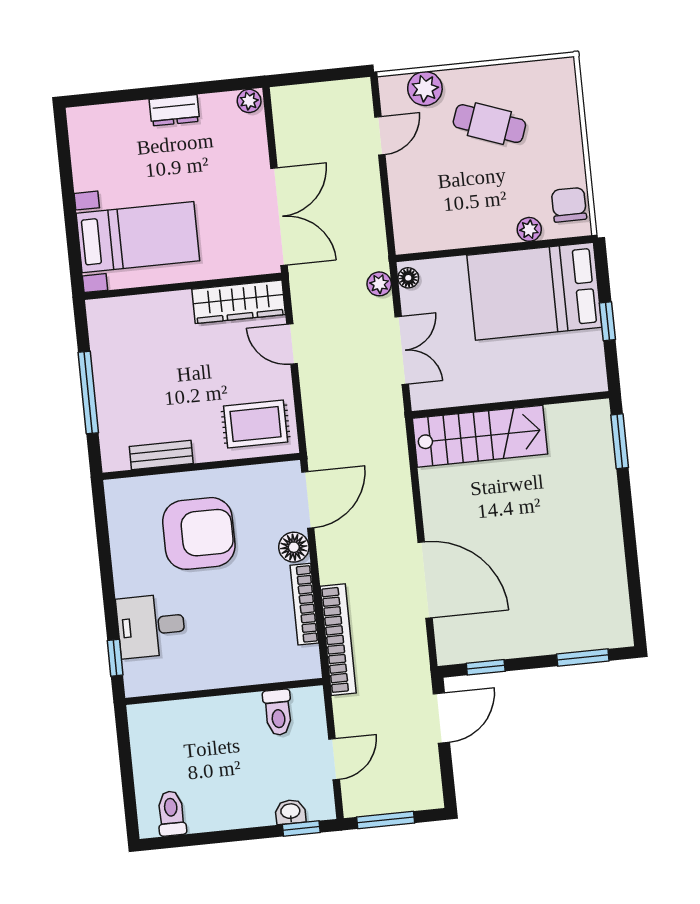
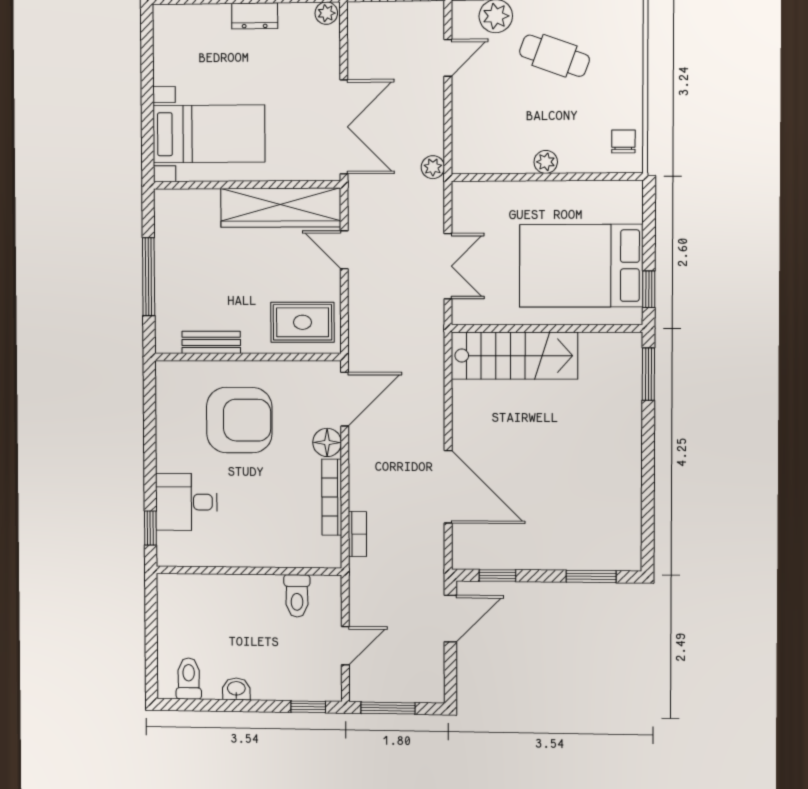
chair: (569, 205) -> (623, 141), width x0.73, depth x0.73
plant: (529, 229) -> (546, 162), moved
floor lamp: (408, 278) -> (461, 197), removed
plant: (379, 284) -> (433, 167), moved
bed: (534, 291) -> (581, 266), moved
wardrobe: (239, 302) -> (281, 208), width x1.40, depth x1.17
window: (607, 321) -> (649, 289), moved
bookcase: (338, 640) -> (357, 534), width x0.43, depth x0.76
washbasin: (290, 812) -> (236, 689), moved

